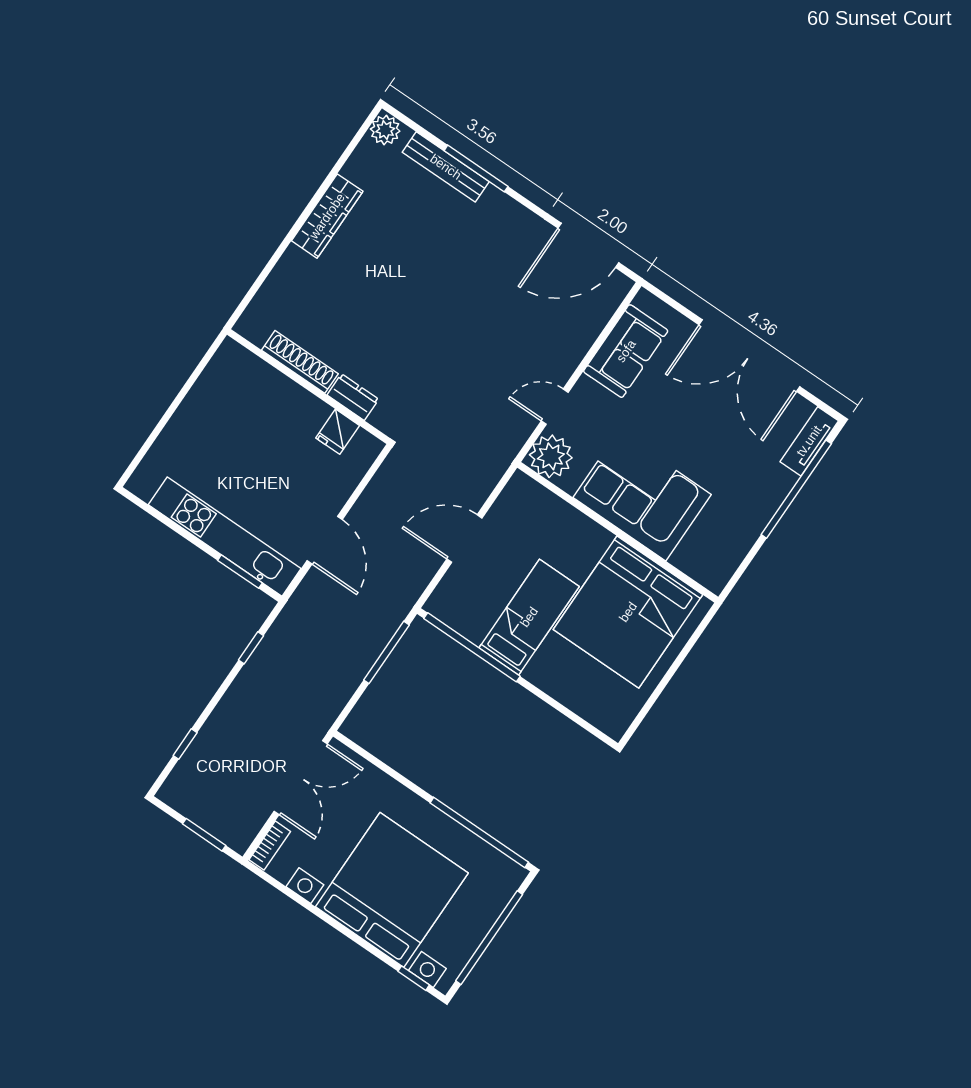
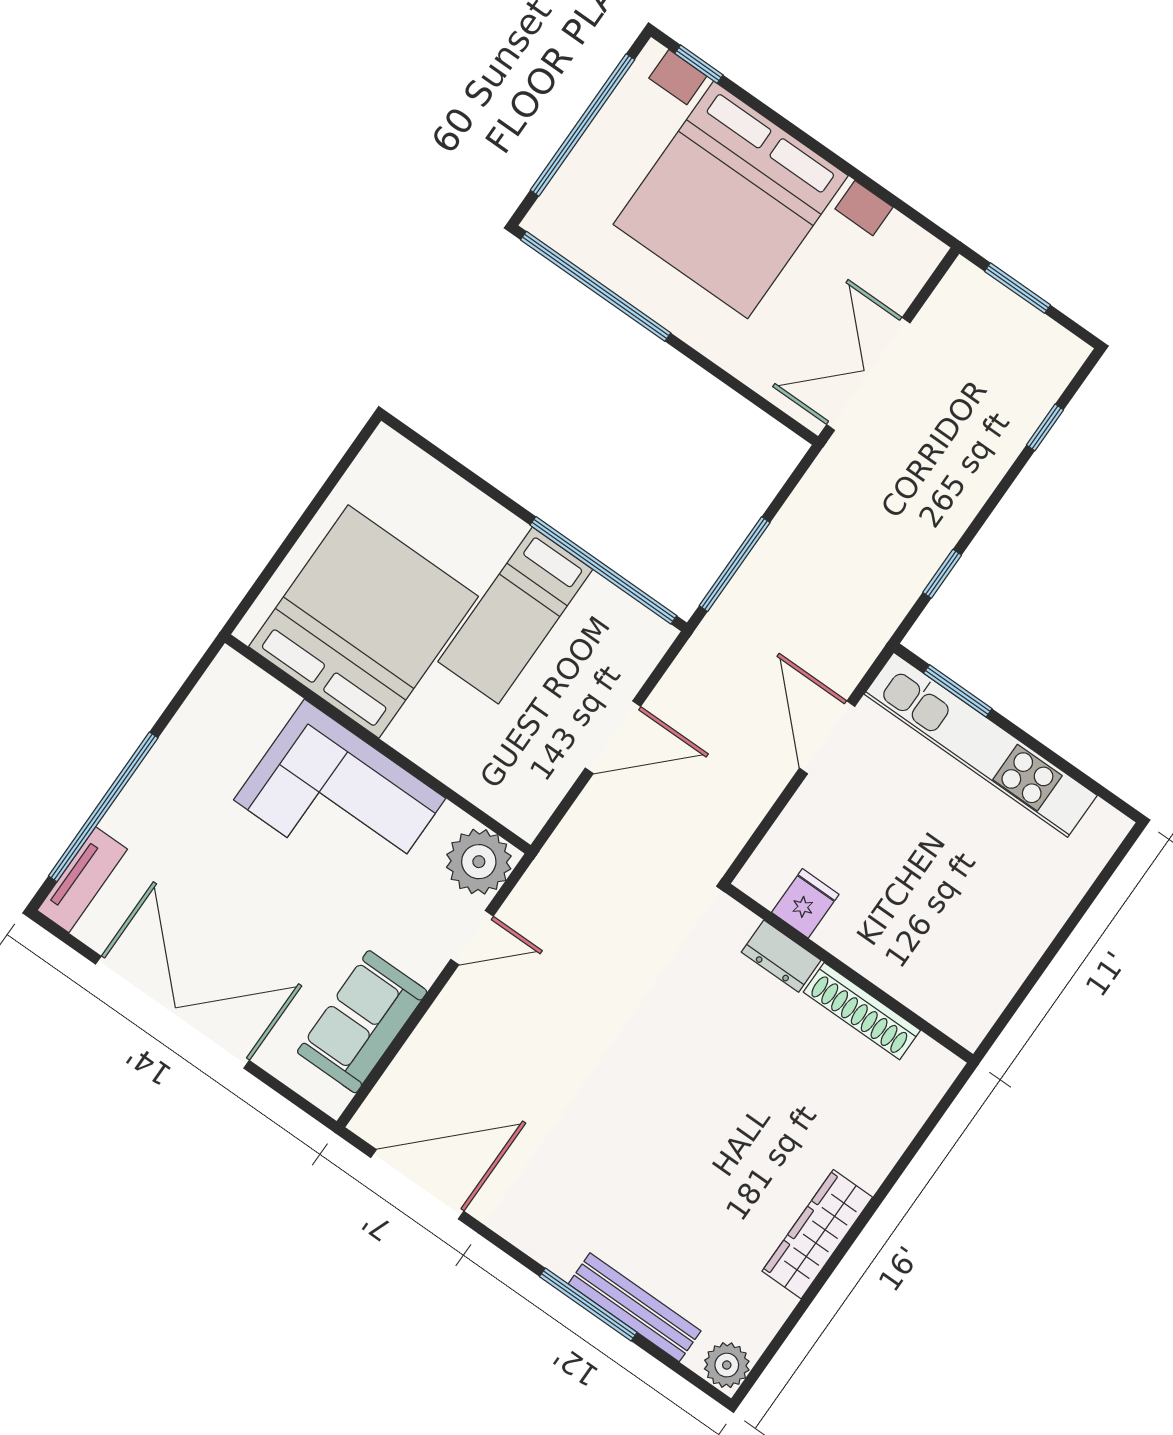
bookcase: (270, 846) -> (917, 270), removed

